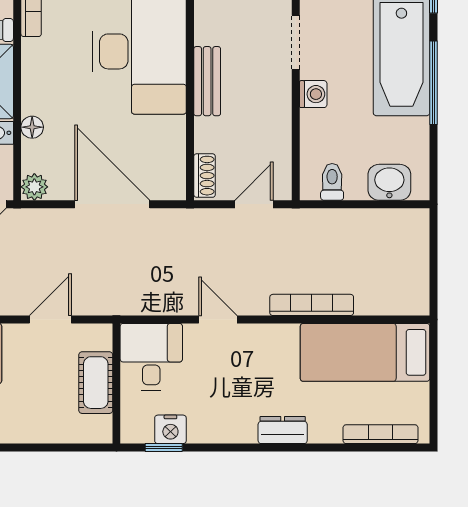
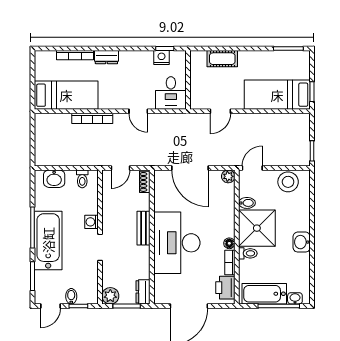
floor lamp: (32, 127) -> (229, 243), moved
cot: (96, 383) -> (222, 59), moved, turned 90
bookcase: (381, 434) -> (75, 55), moved

